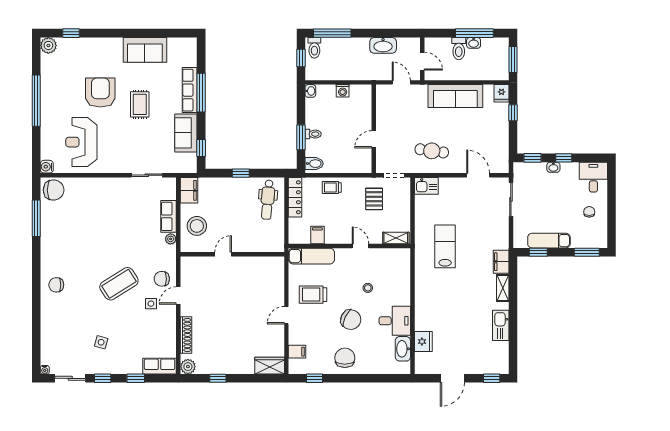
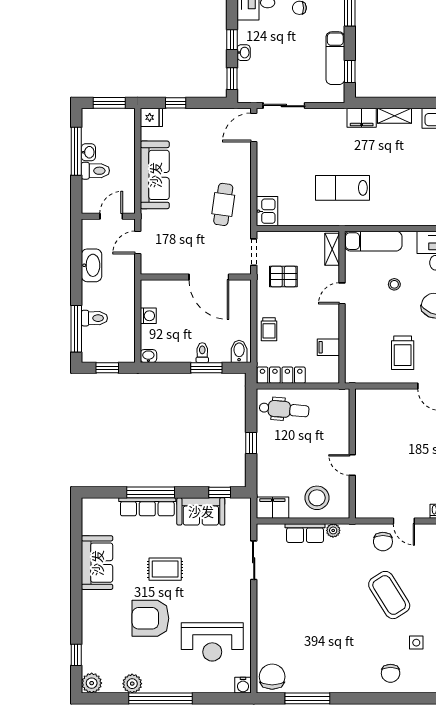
toilet: (314, 48) -> (94, 318), moved
plant: (48, 78) -> (132, 684), added
door: (374, 139) -> (209, 277), width x1.88
door: (478, 175) -> (254, 127), moved
exam couch: (311, 256) -> (373, 241), moved, turned 90
side table: (151, 304) -> (416, 643), moved

